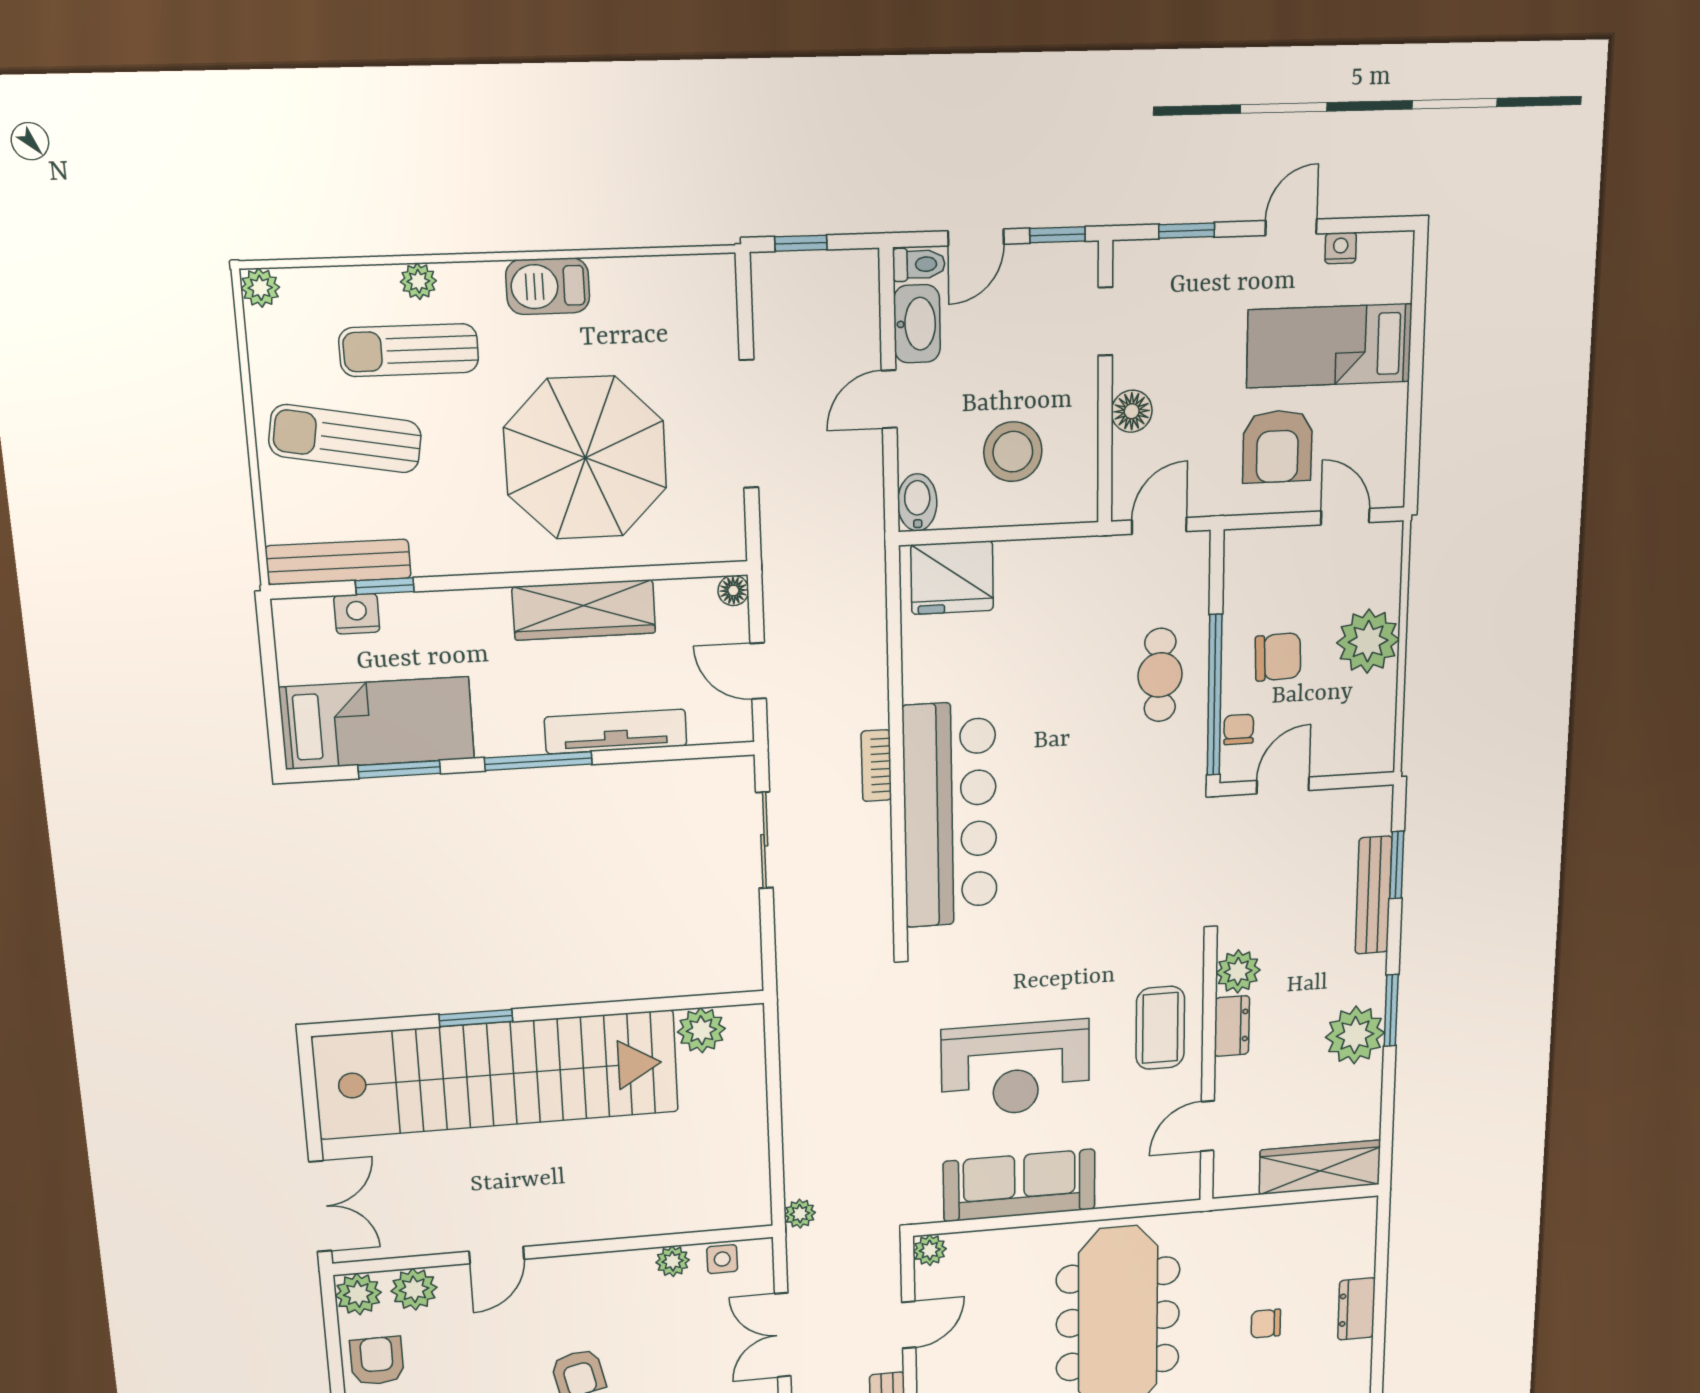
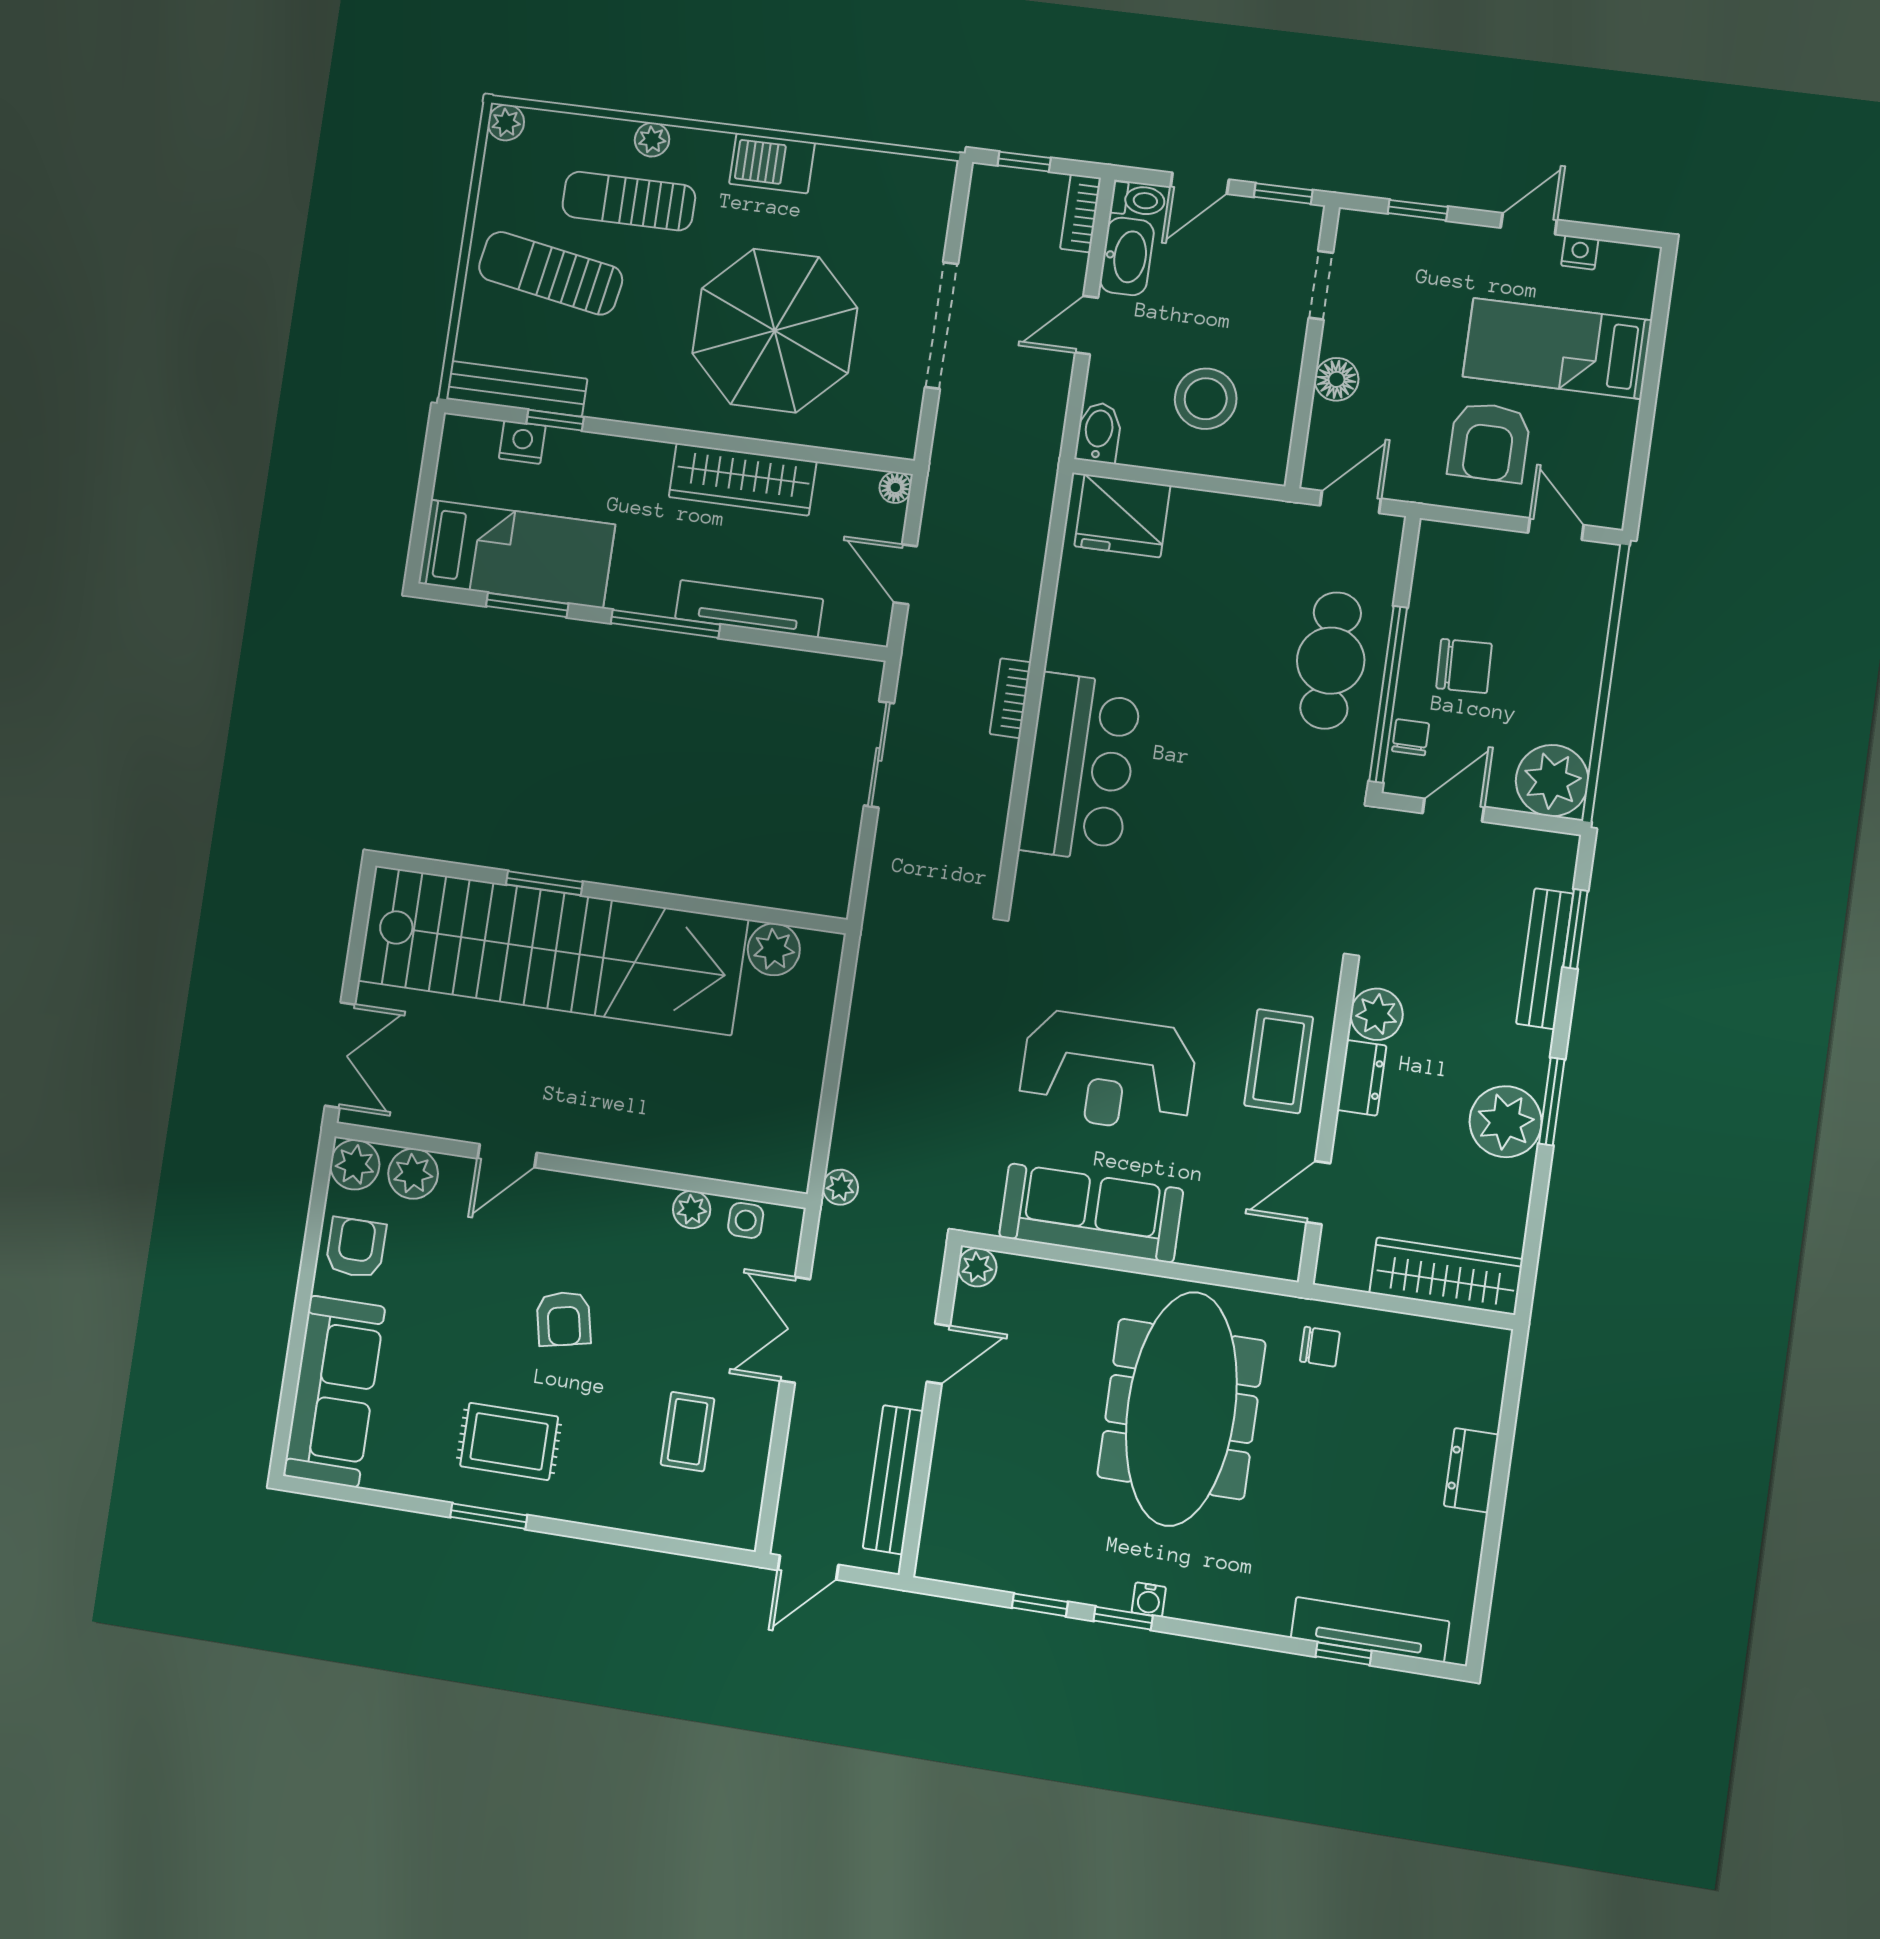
bookcase: (865, 287) -> (1081, 213), added
plant: (1368, 641) -> (1552, 781), moved
cafe table: (1160, 675) -> (1331, 661), width x1.37, depth x1.35
bar counter: (950, 815) -> (1080, 767), width x0.73
chair: (1266, 1324) -> (1320, 1347), moved, turned 180

